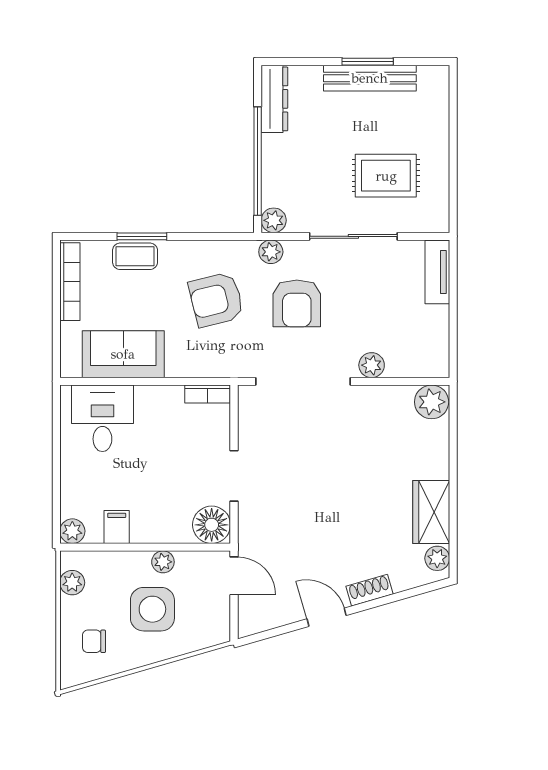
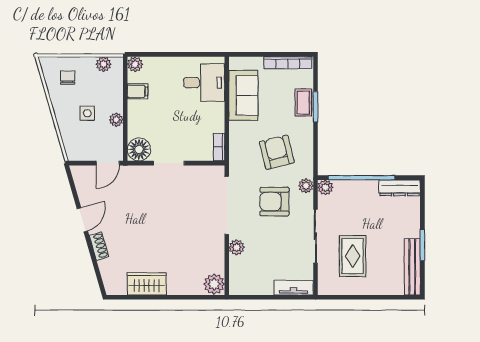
bench: (370, 78) -> (412, 267), moved
plant: (437, 558) -> (118, 288), removed
side table: (152, 609) -> (87, 113), width x0.54, depth x0.54

